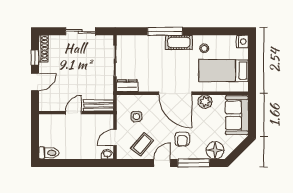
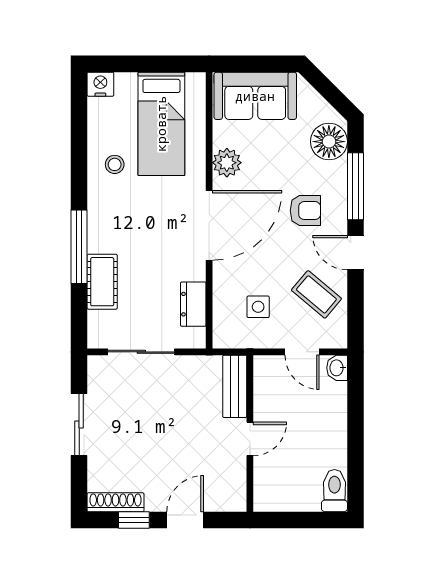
cot: (179, 42) -> (102, 282), moved
door: (35, 82) -> (185, 520), hinge flipped
dresser: (127, 86) -> (193, 304), moved
door: (74, 113) -> (250, 439), swing flipped

